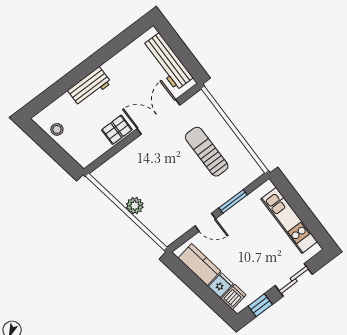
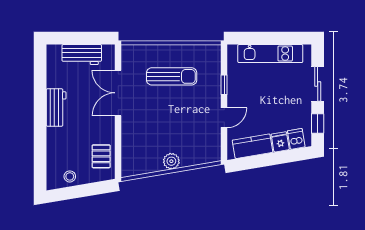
workbench: (168, 62) -> (82, 55), width x0.73
workbench: (89, 87) -> (56, 107), moved
pallet: (117, 130) -> (101, 156), moved
sun lounger: (207, 152) -> (172, 76), turned 180
window: (233, 201) -> (224, 85), width x0.67

